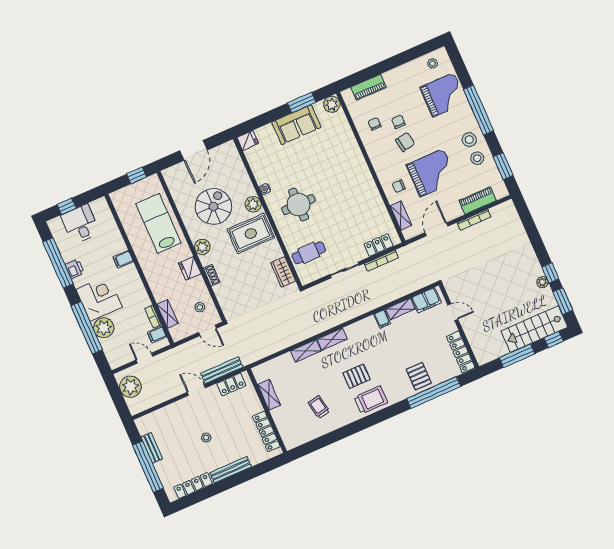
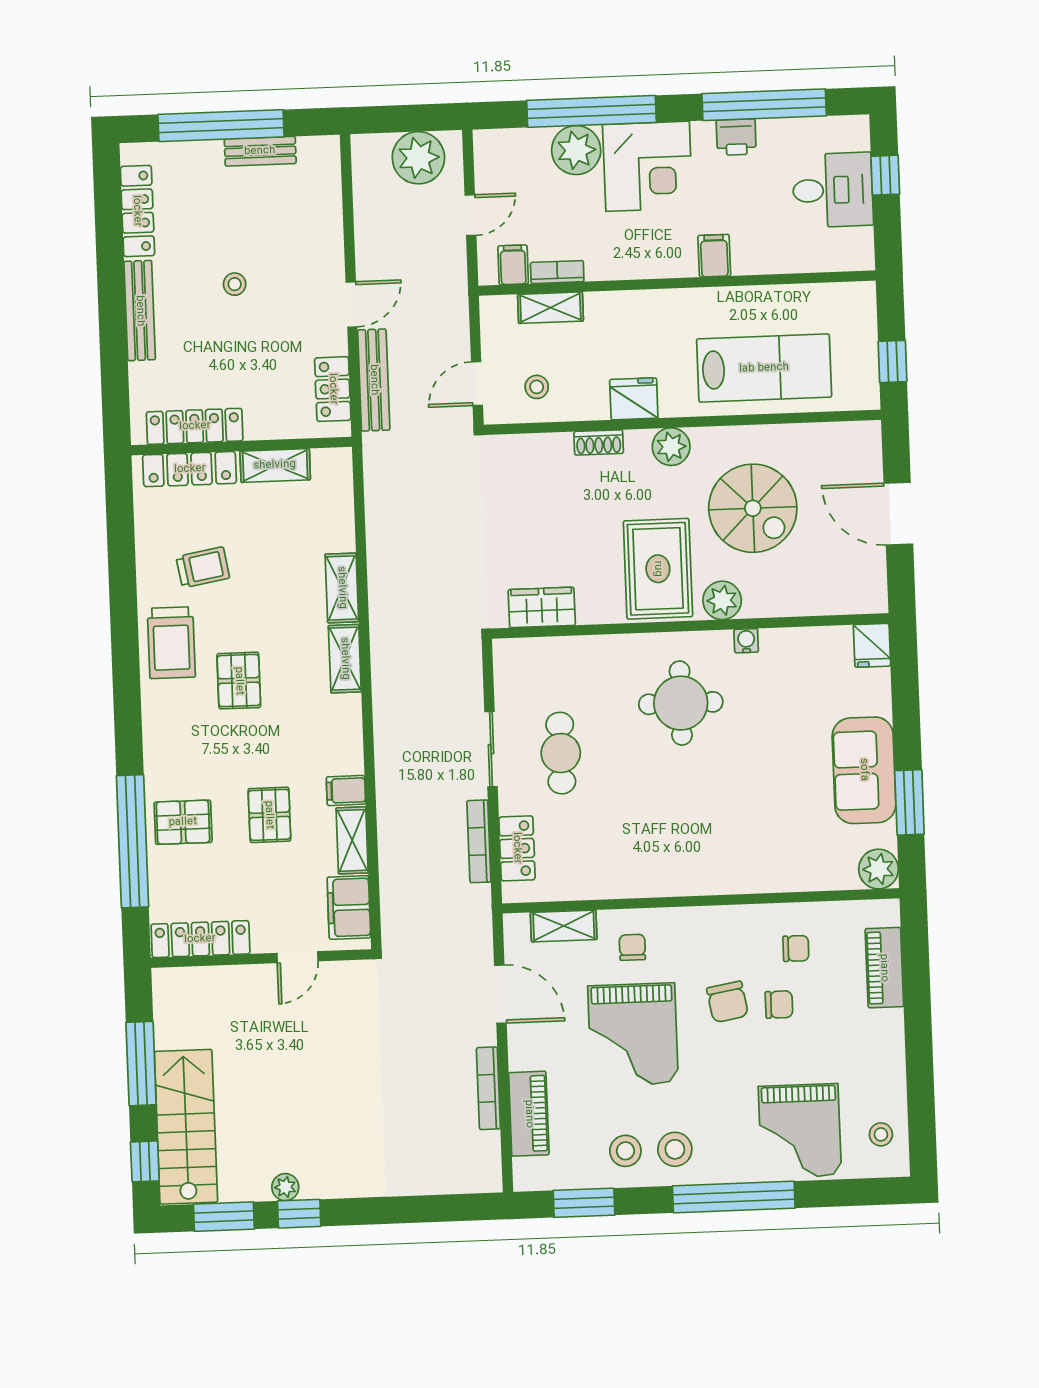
cafe table: (309, 253) -> (561, 753), moved
pallet: (403, 344) -> (269, 815), added
trolley: (371, 400) -> (171, 643), moved
locker: (283, 427) -> (190, 469), added

